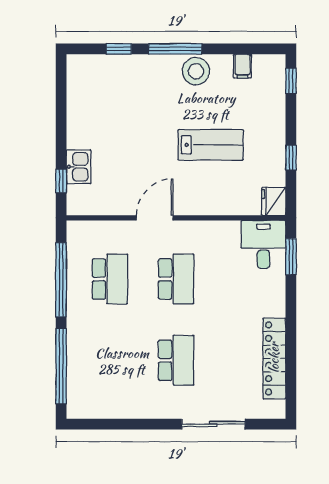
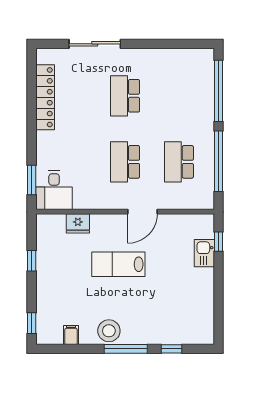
lab bench: (211, 145) -> (118, 264), moved
fridge: (274, 201) -> (78, 223), moved, turned 90

